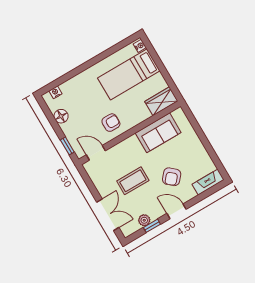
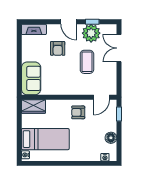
sofa: (158, 133) -> (31, 78), moved, turned 90
door: (96, 153) -> (102, 97), hinge flipped
armchair: (172, 177) -> (58, 48), turned 139
coffee table: (133, 181) -> (87, 62), turned 90
plant: (144, 220) -> (91, 33), width x1.87, depth x1.87

